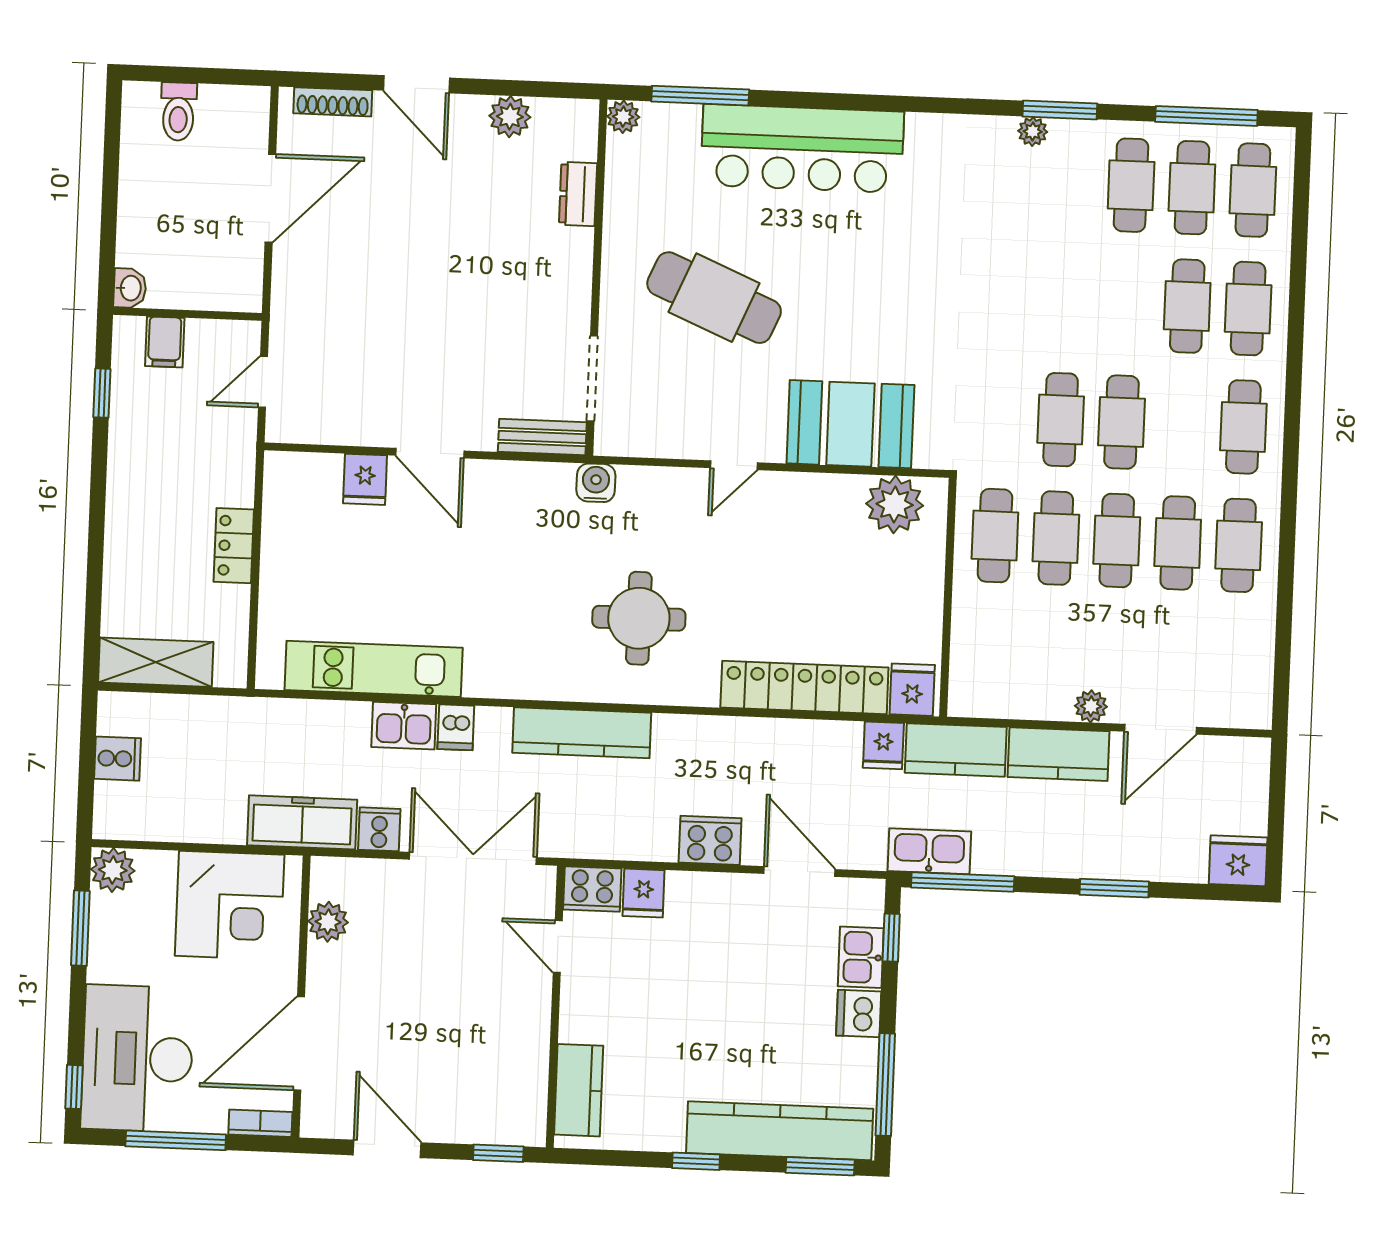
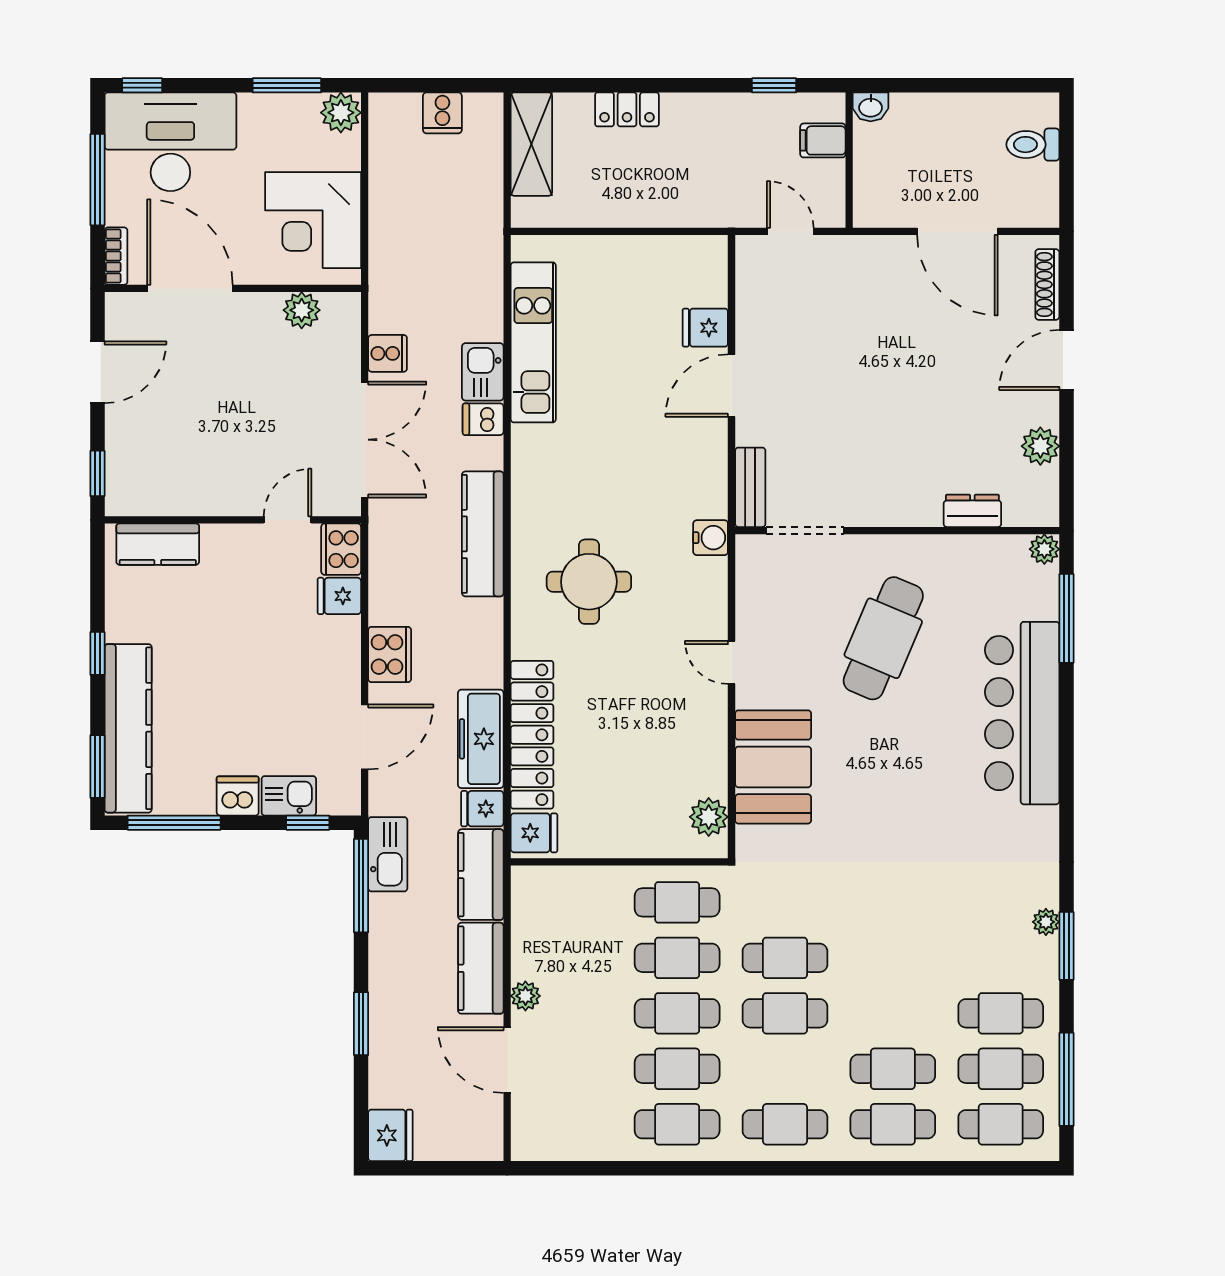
plant: (895, 504) -> (709, 817), width x0.73, depth x0.73
locker: (234, 546) -> (627, 109), moved, turned 180
freezer: (302, 822) -> (481, 739), moved, turned 180

